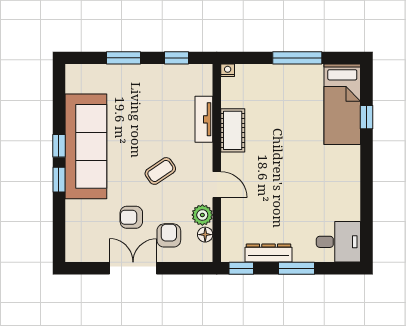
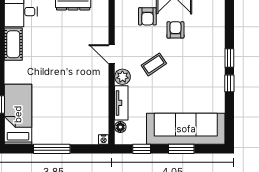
cot: (233, 130) -> (13, 44), moved
sofa: (86, 146) -> (186, 129), moved, turned 90
plant: (202, 215) -> (122, 77), moved
armchair: (131, 217) -> (175, 30), turned -90
floor lamp: (205, 235) -> (120, 127), moved

